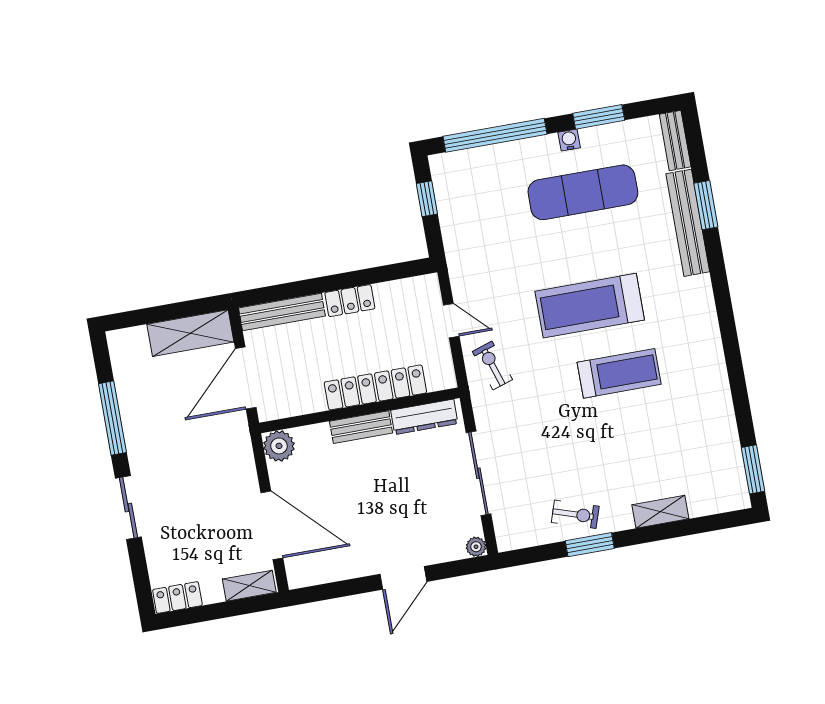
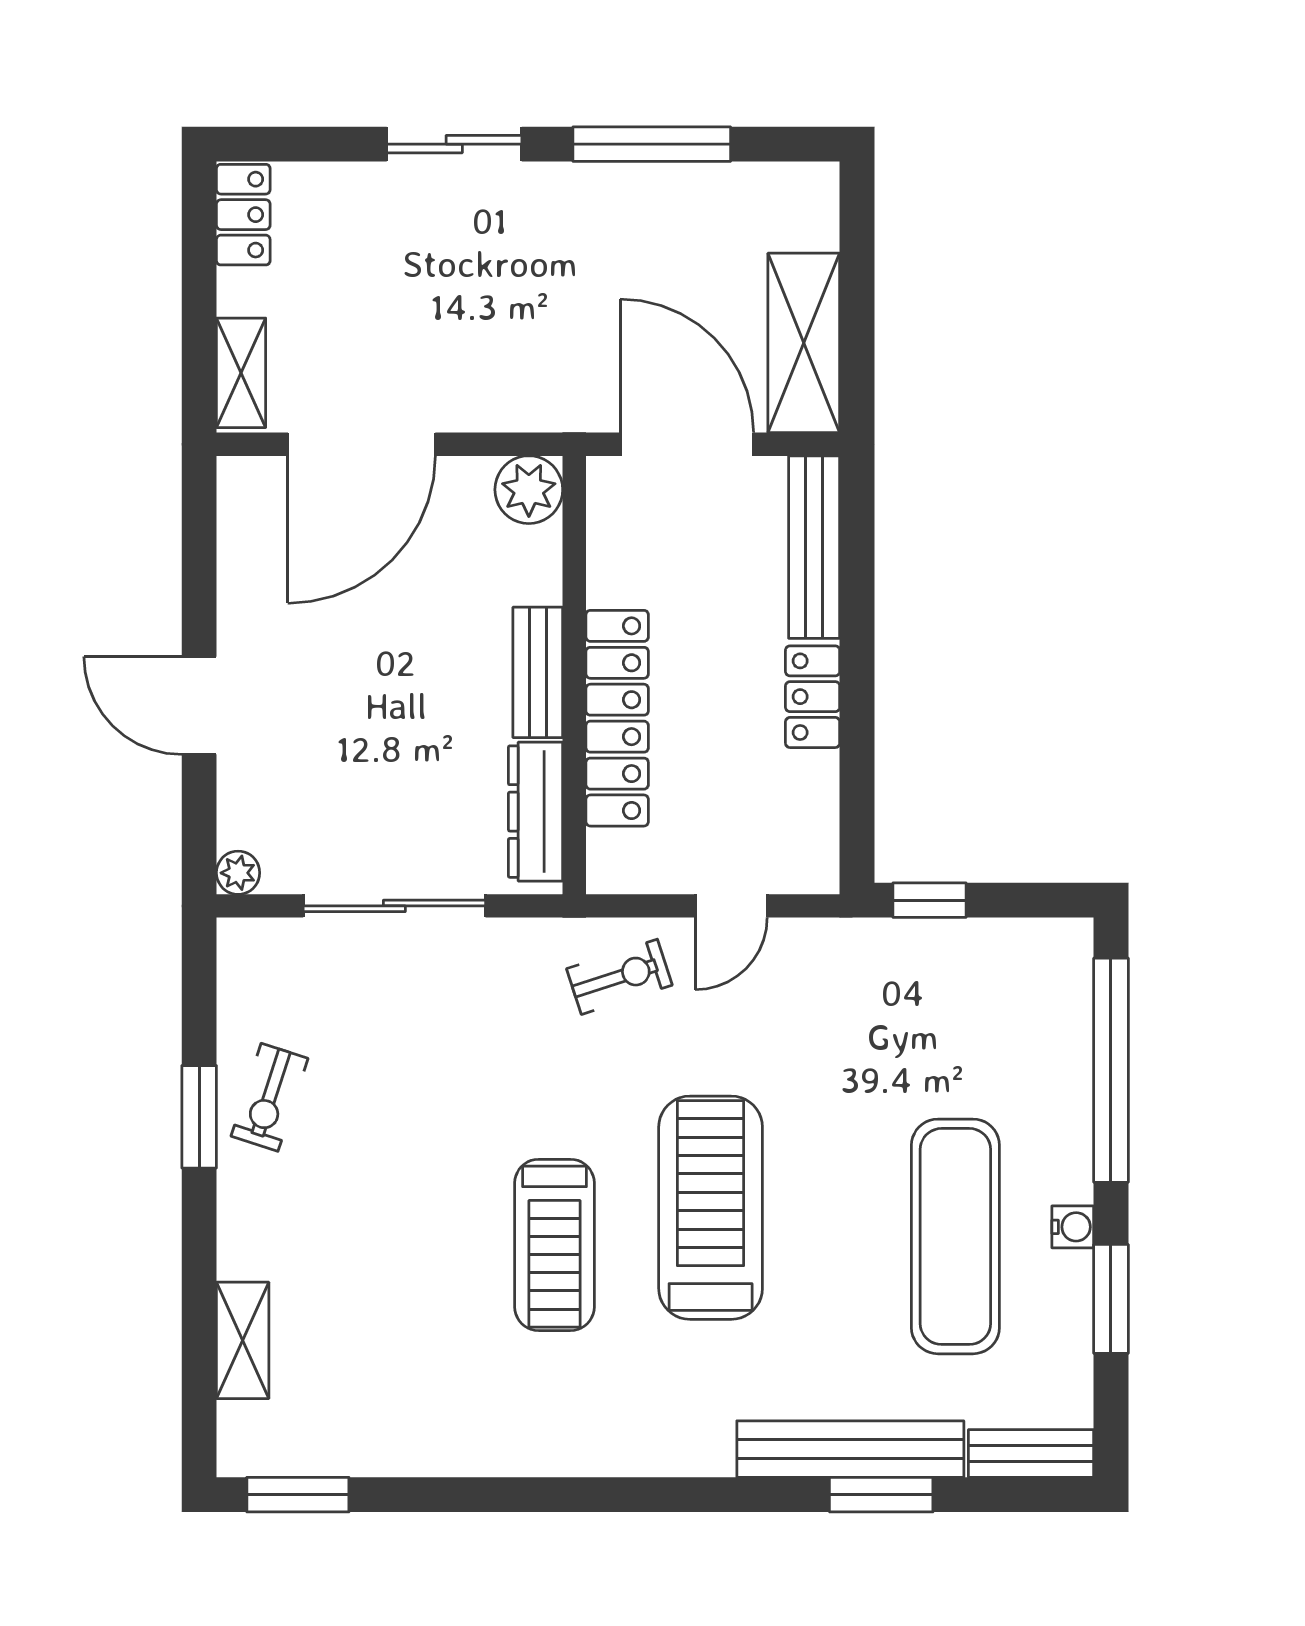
window: (427, 199) -> (929, 900), moved
shelving: (660, 512) -> (243, 1340), moved

